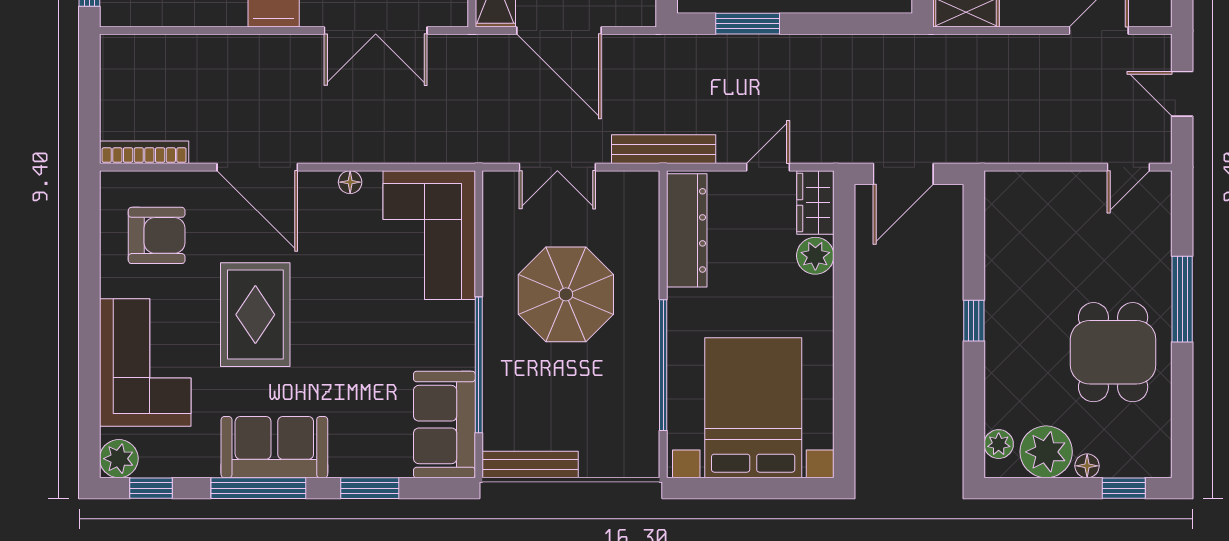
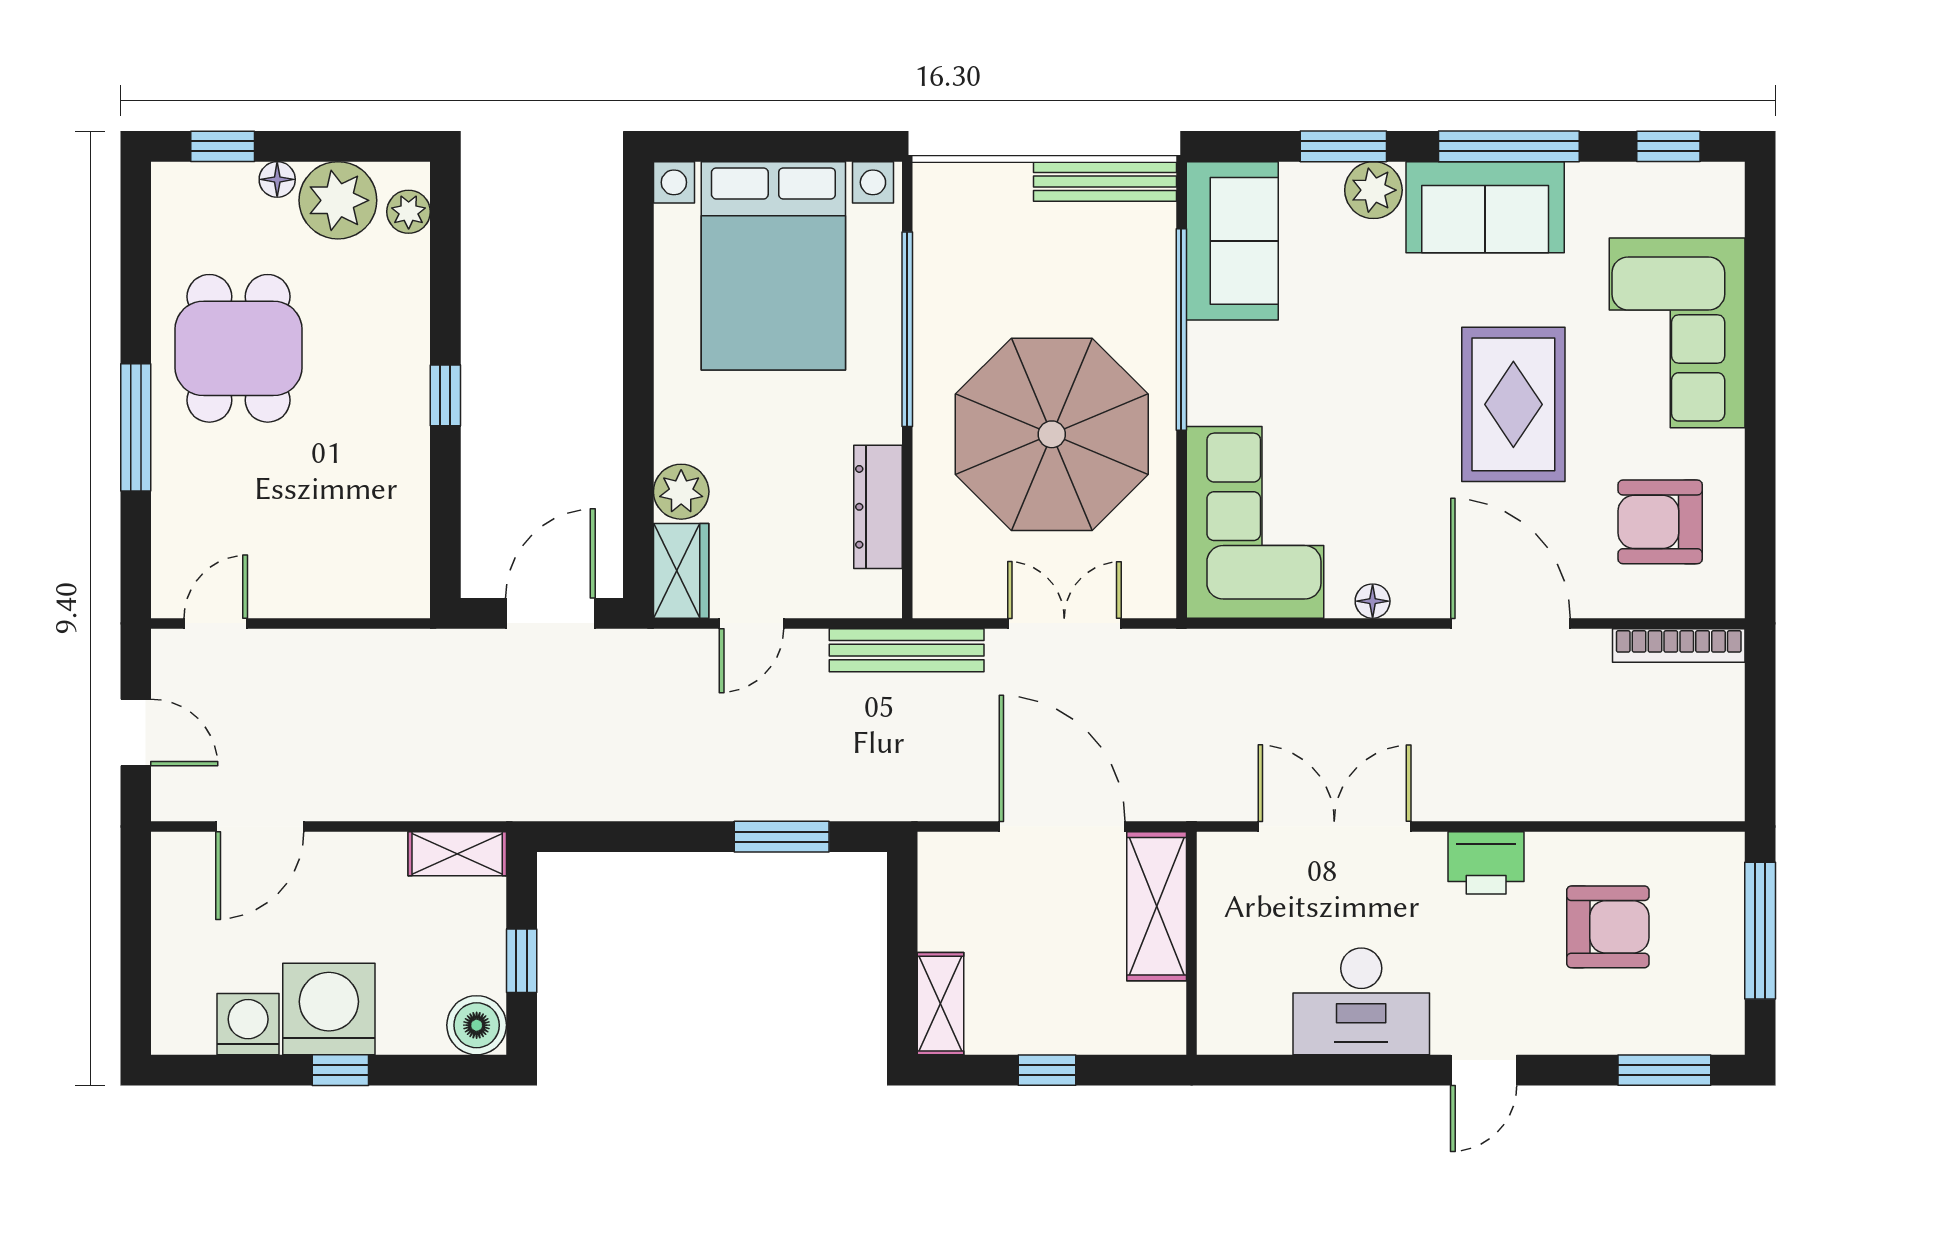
dresser: (687, 230) -> (878, 507), width x0.73, depth x0.80
parasol: (566, 294) -> (1052, 434), width x1.36, depth x1.36
plant: (119, 459) -> (1373, 190), moved

